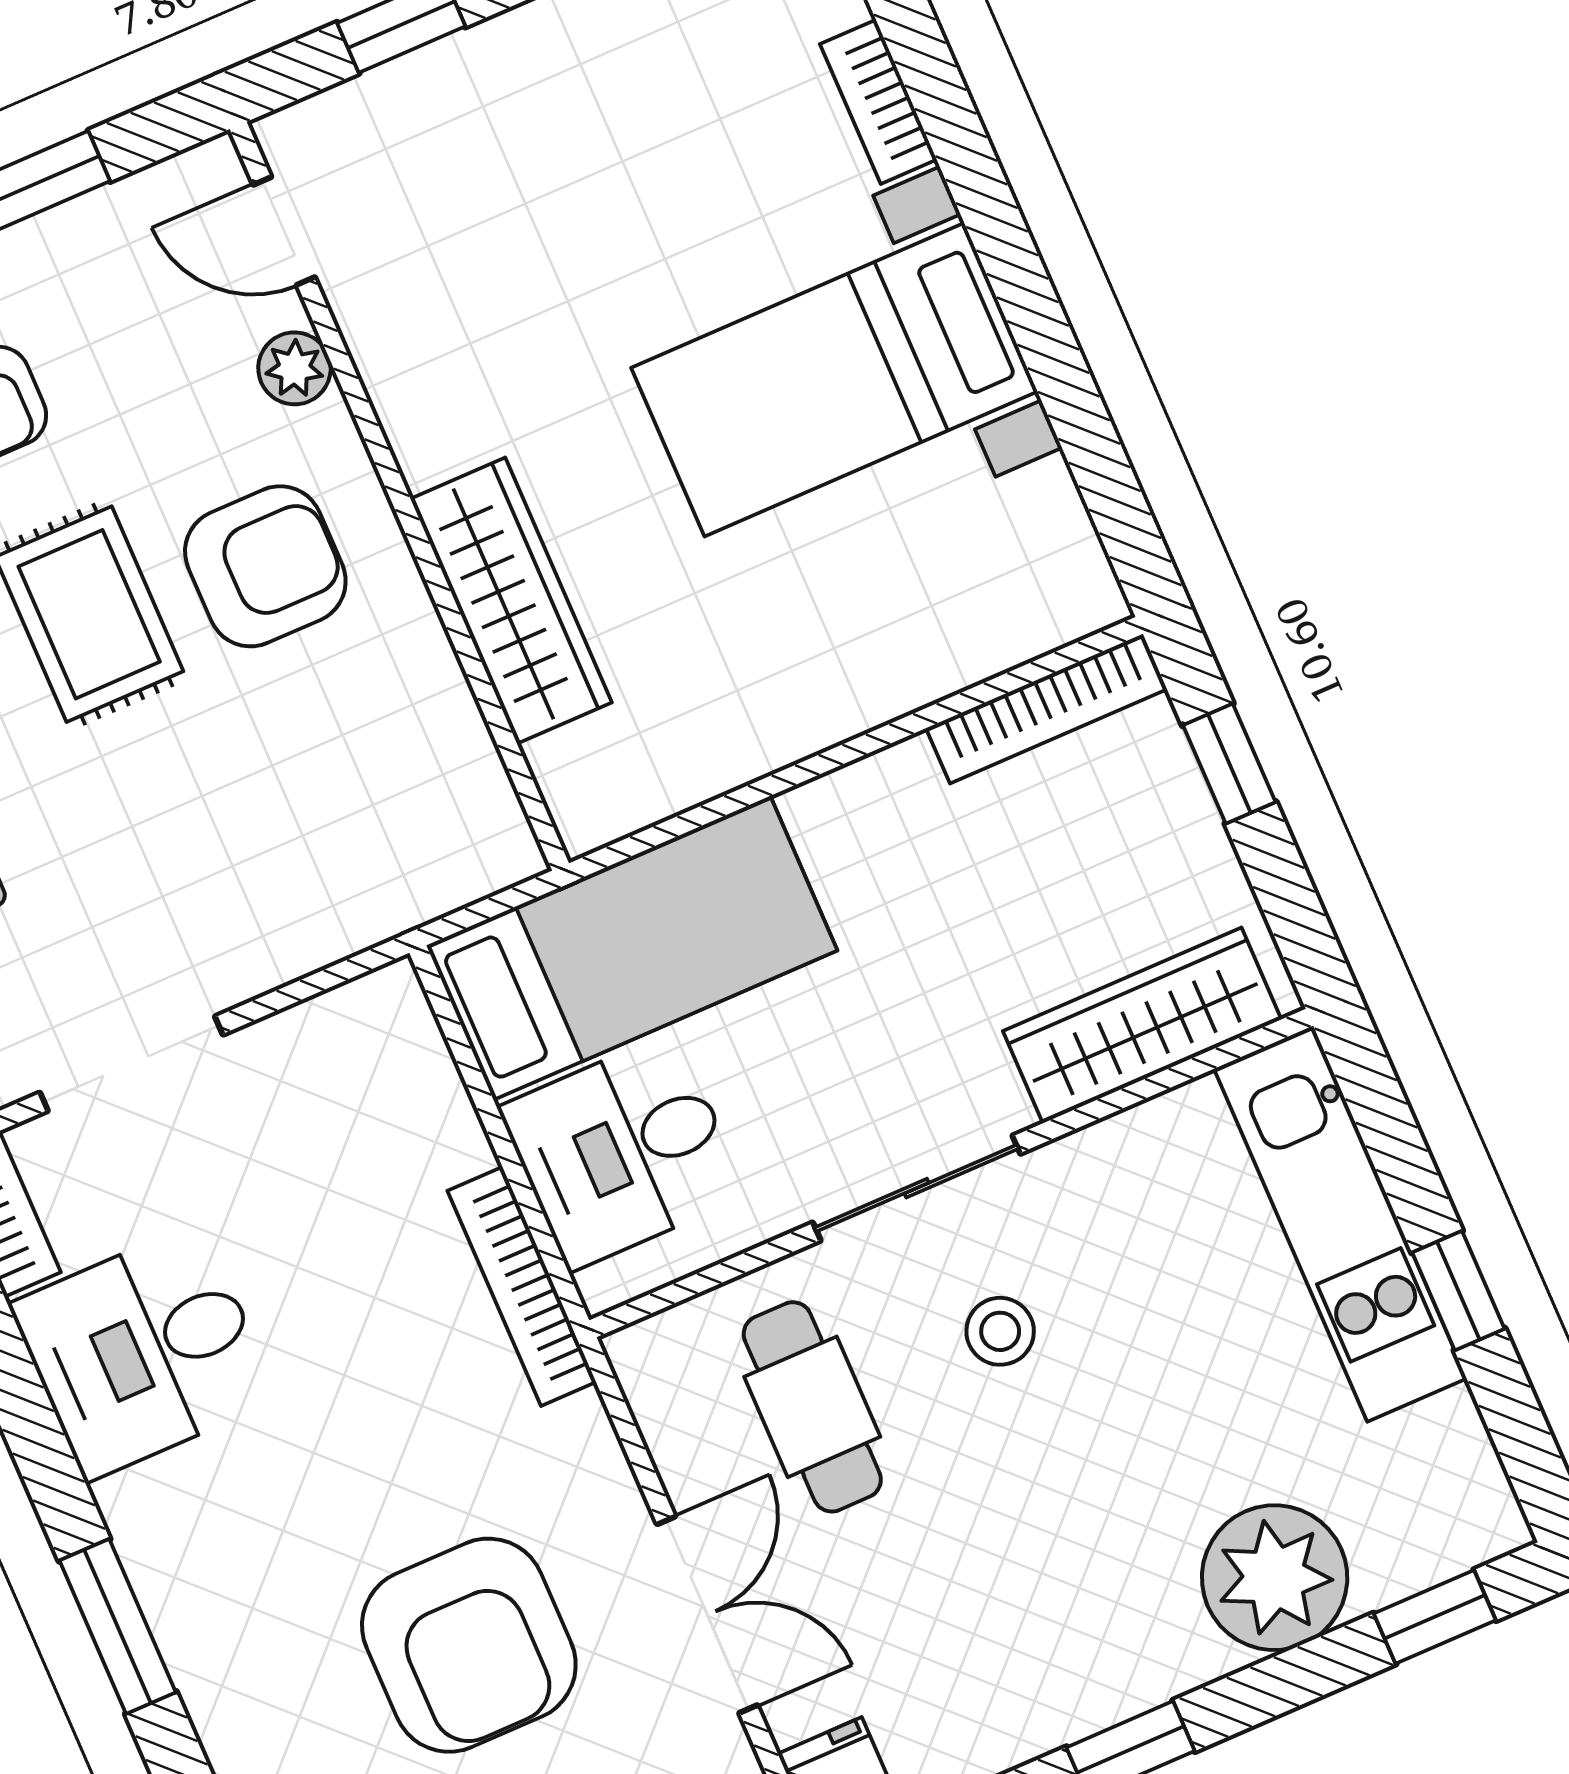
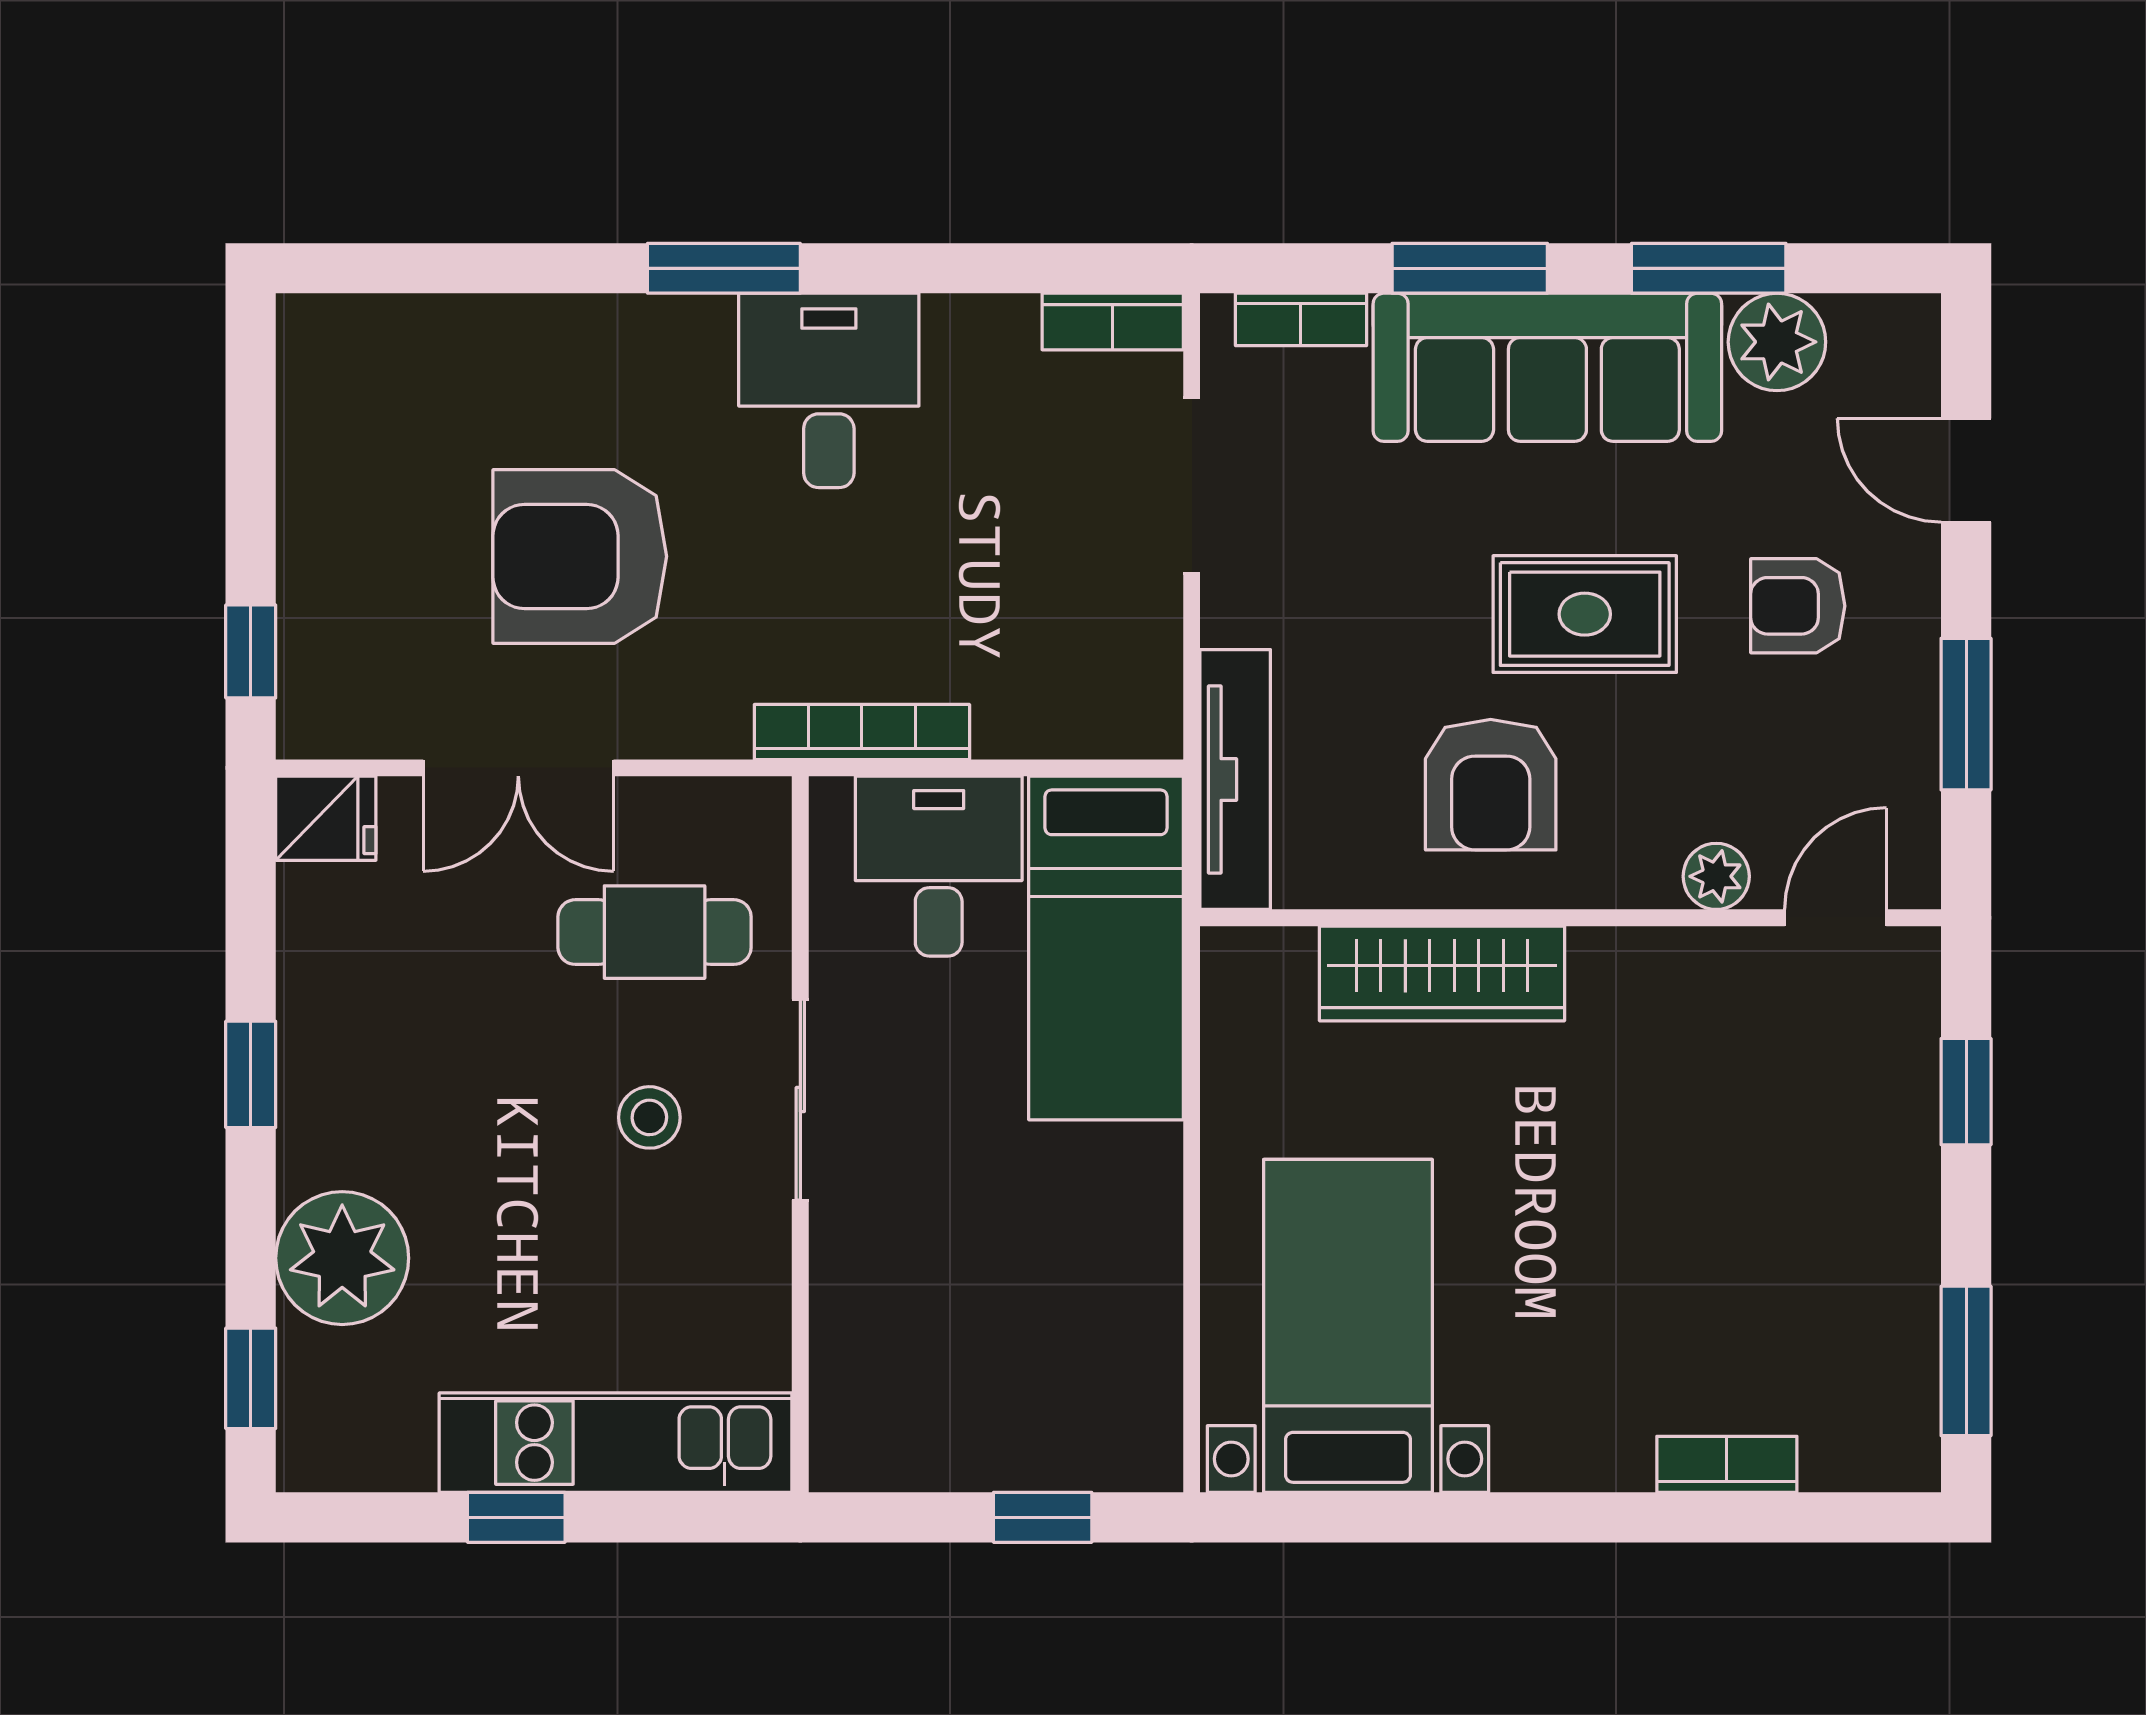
bed with nightstands: (834, 380) -> (1348, 1326), moved
armchair: (265, 566) -> (1491, 785), moved
bookcase: (1047, 709) -> (1156, 1384), removed
tv unit: (407, 892) -> (1235, 779), added
wardrobe: (1142, 1025) -> (855, 1349), removed
desk: (144, 1352) -> (829, 390), moved

